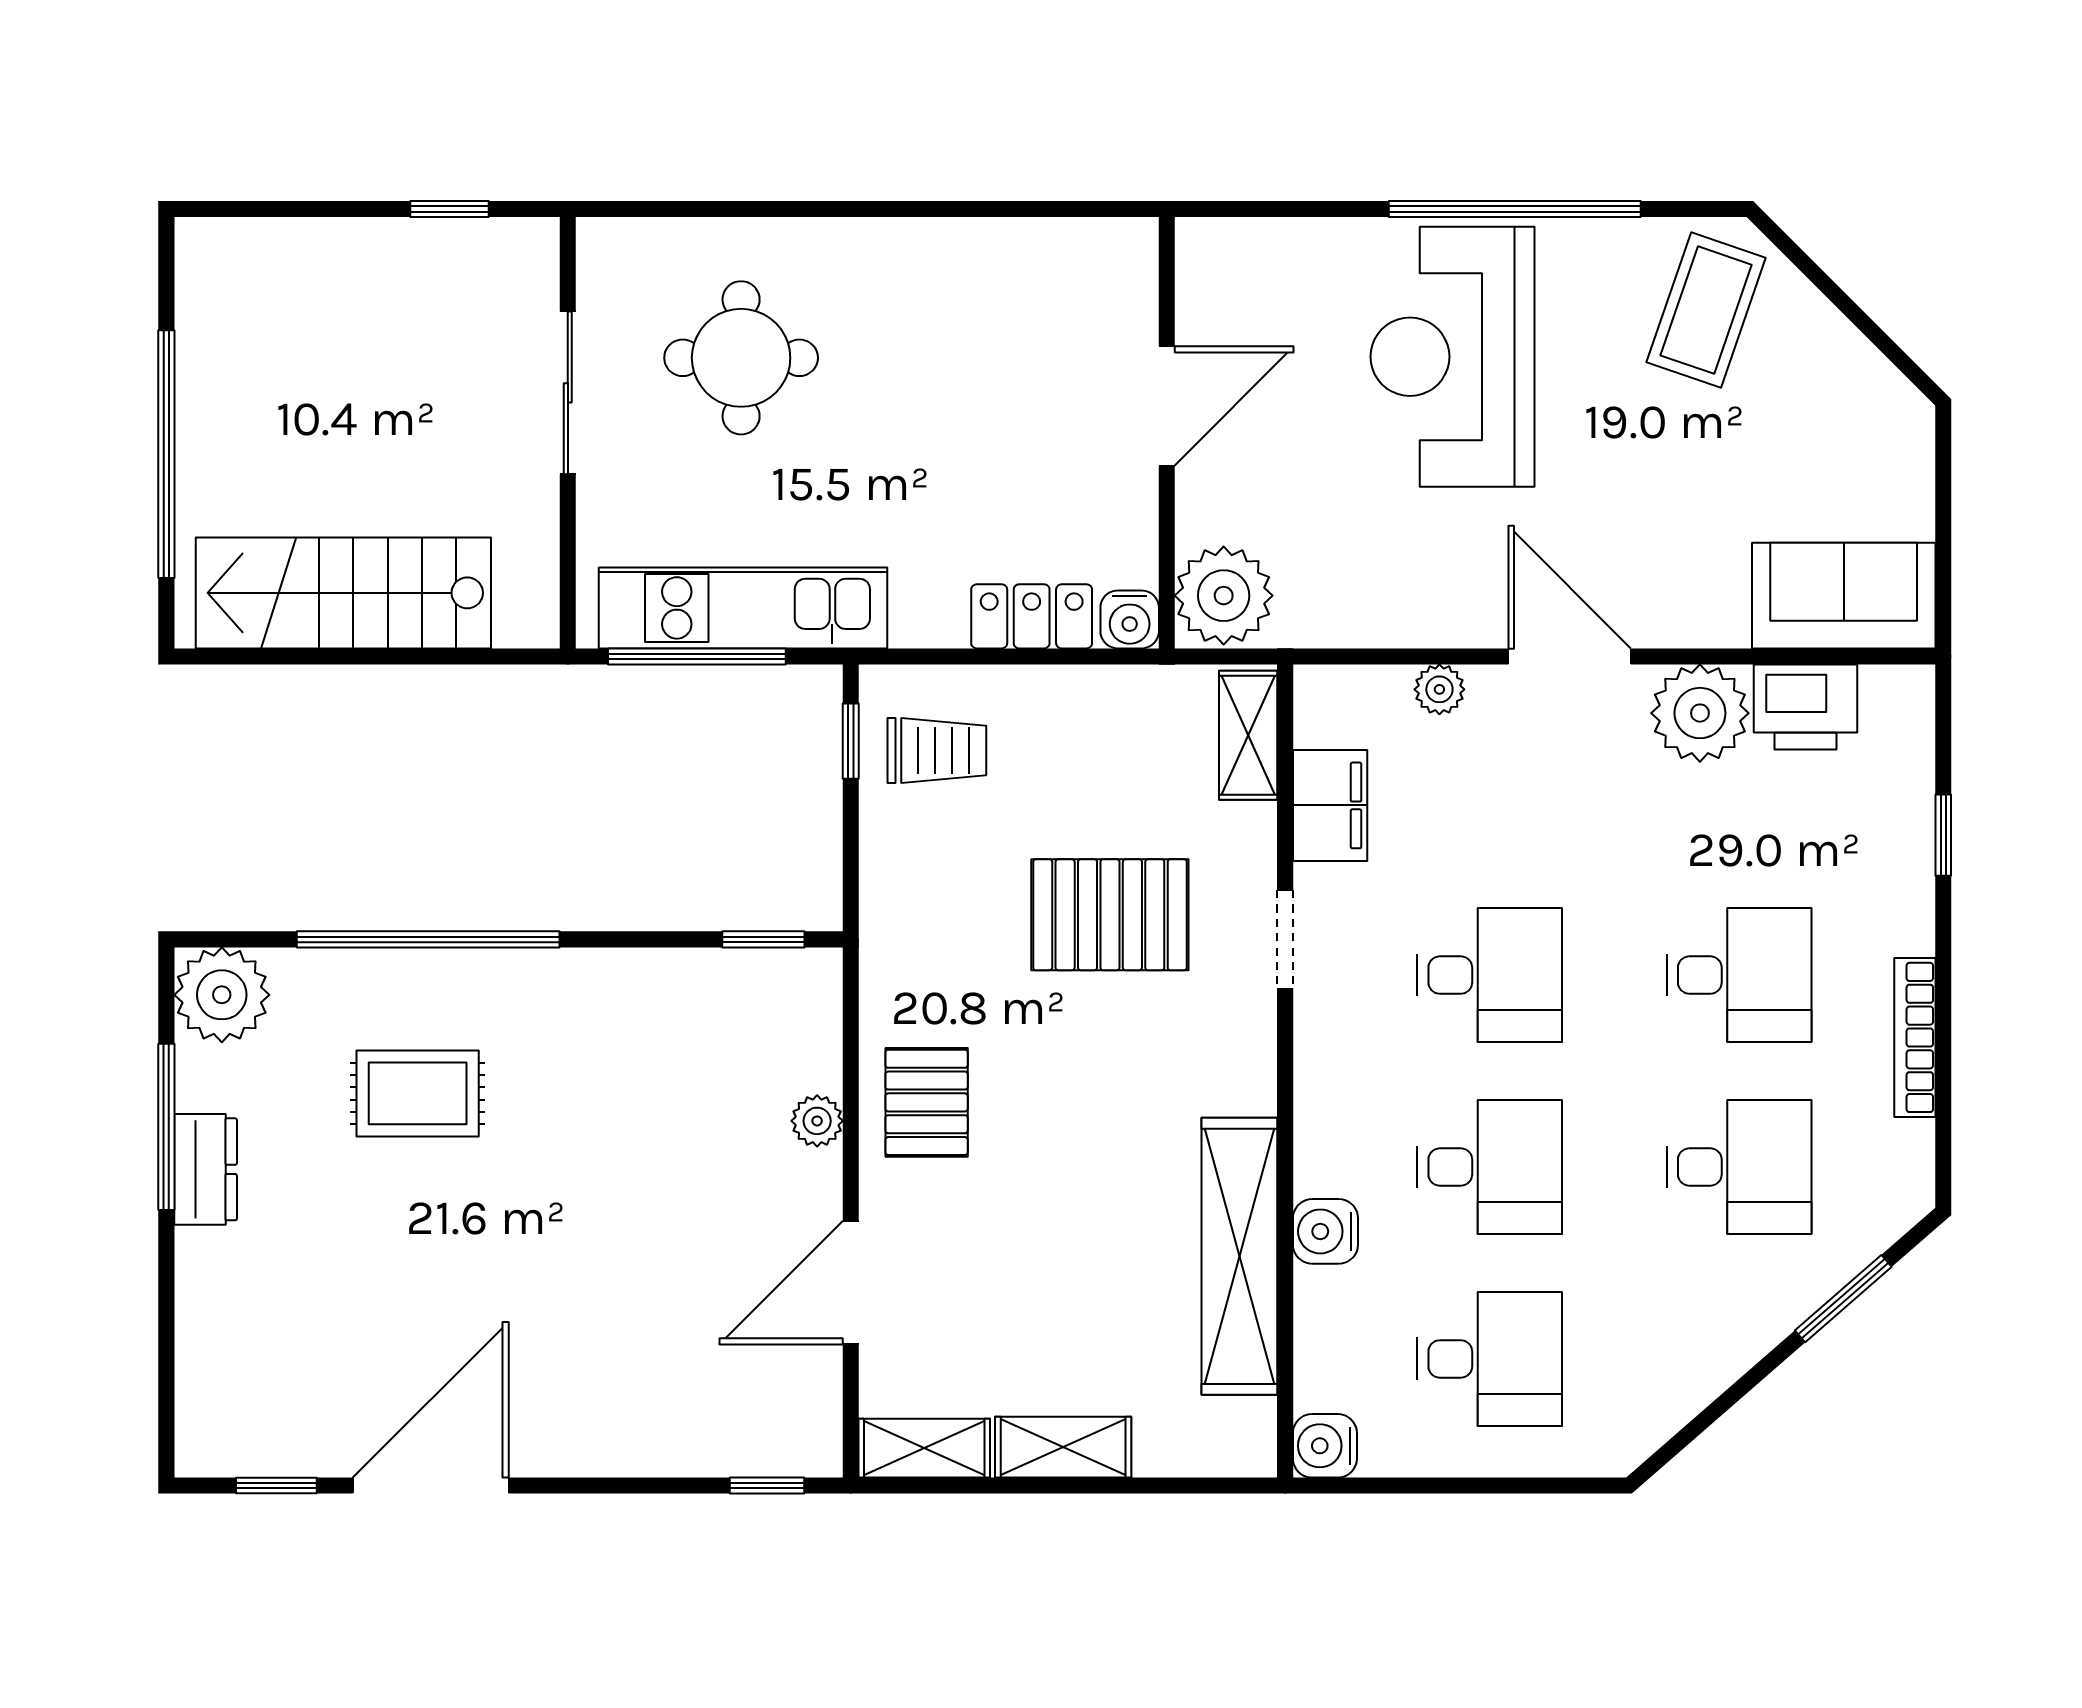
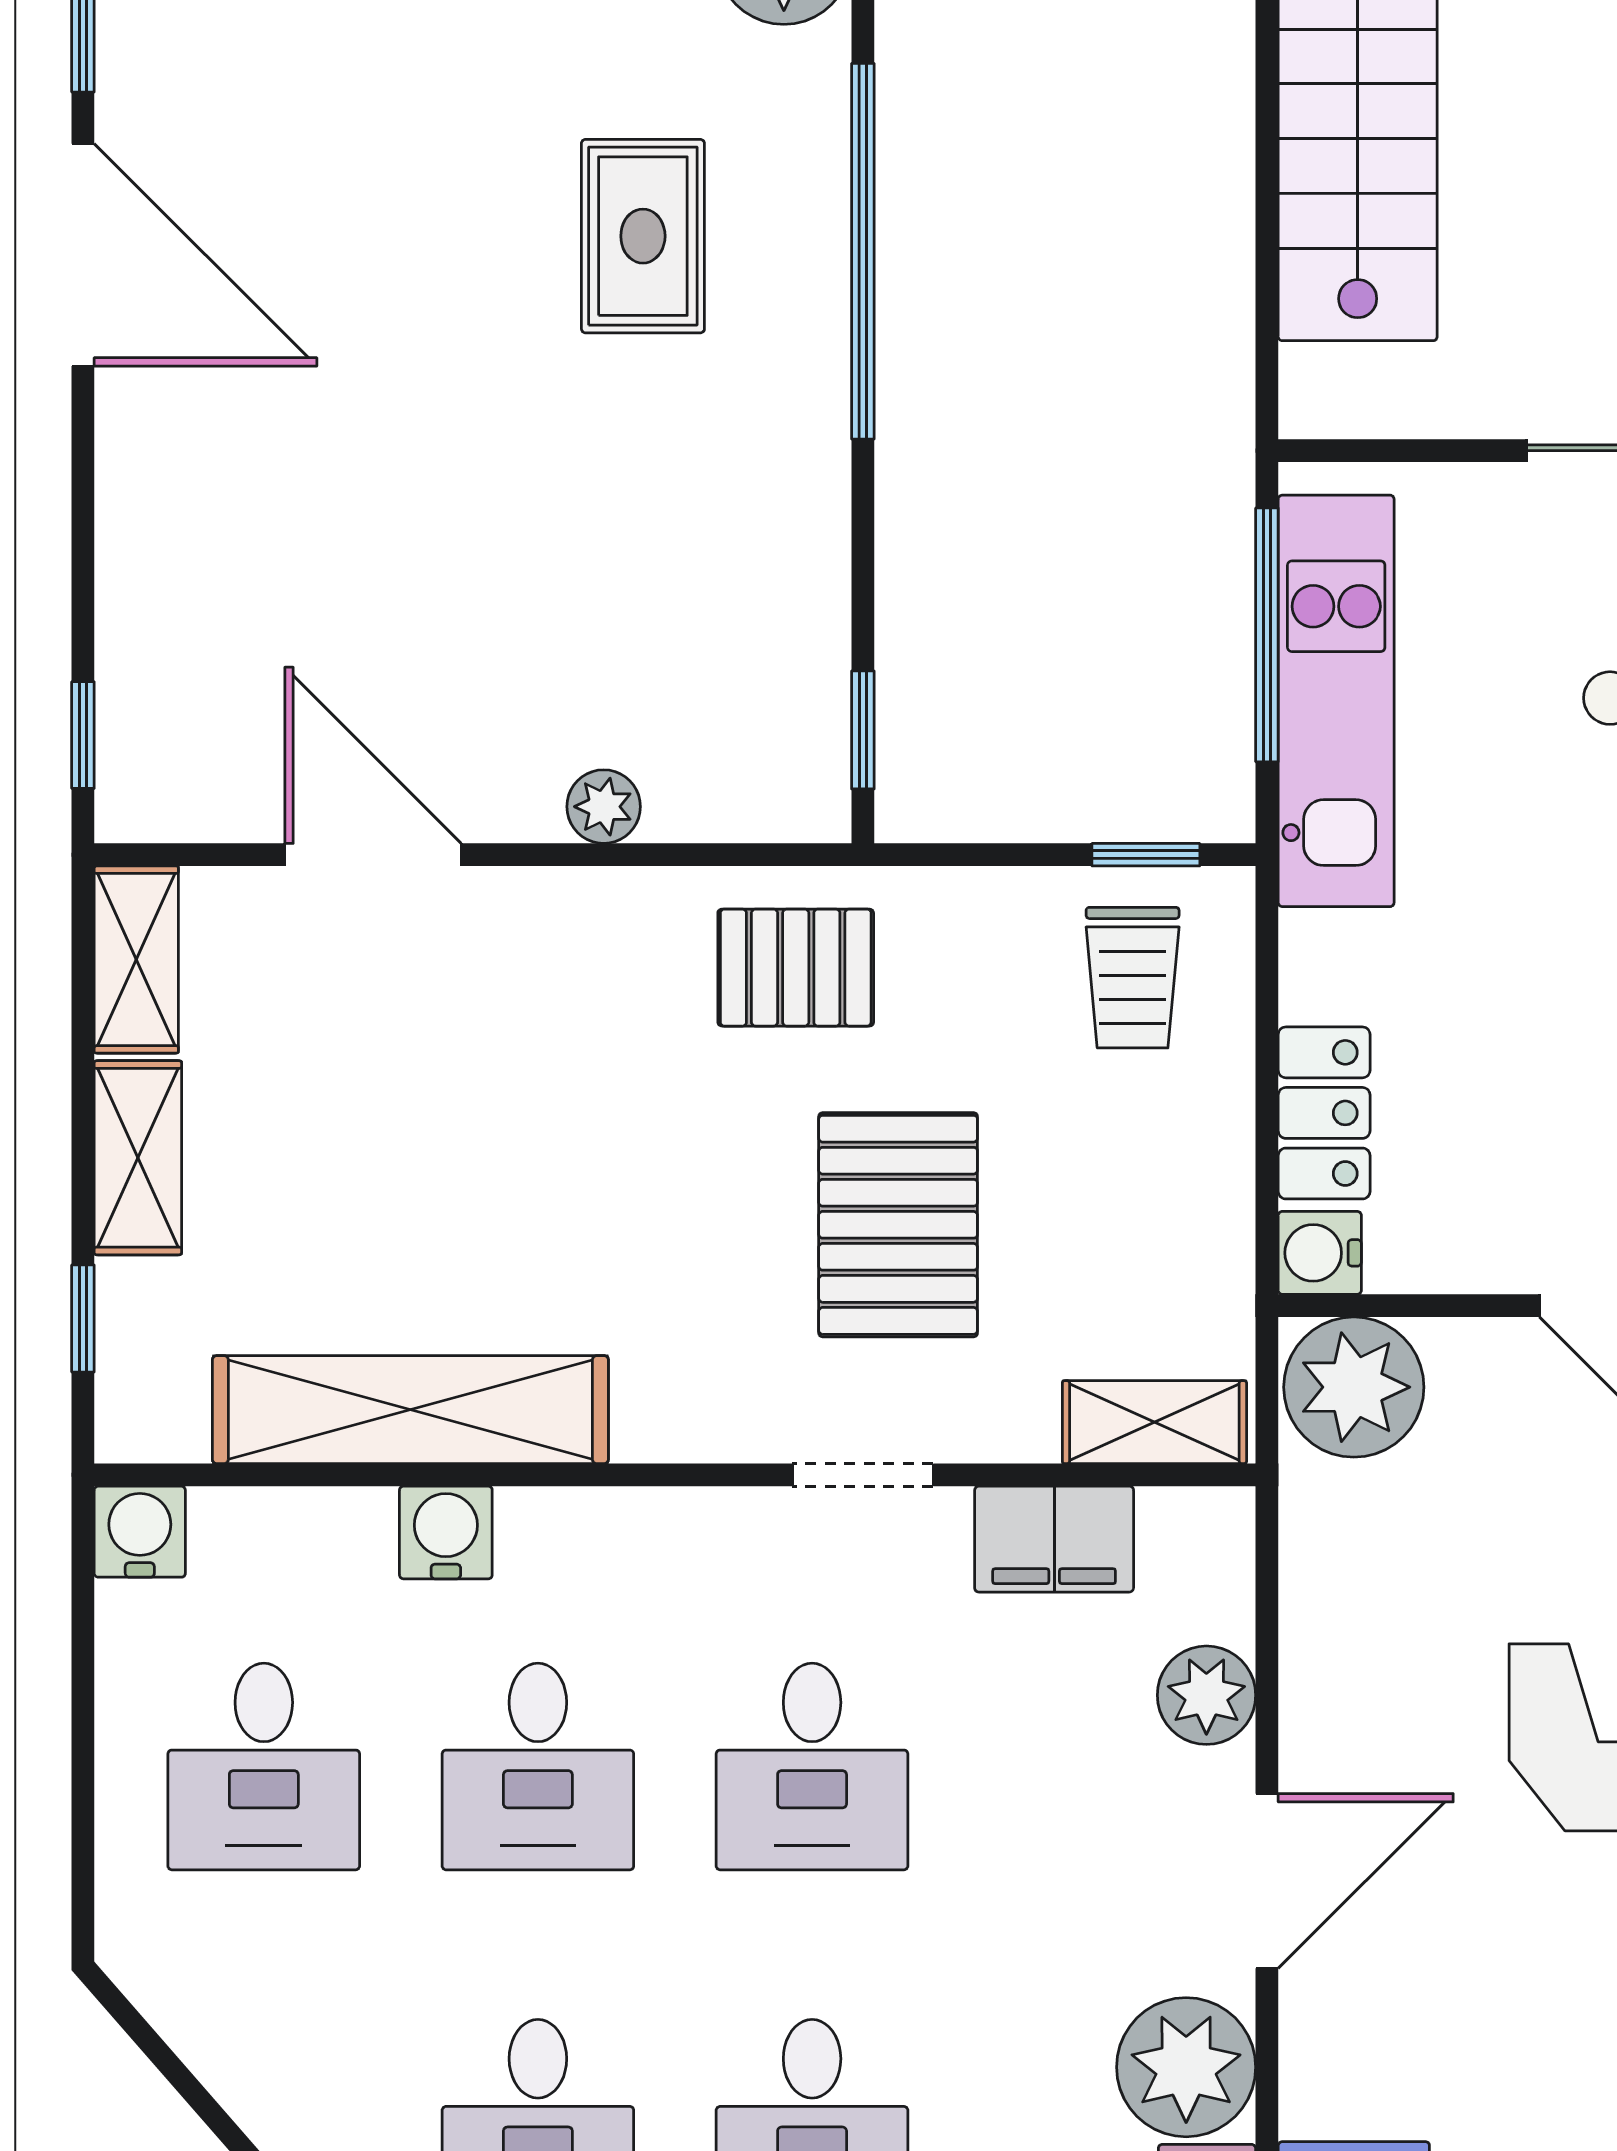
plant: (1439, 689) -> (1206, 1695), width x1.38, depth x1.38
pallet: (927, 1102) -> (796, 968), moved
window: (1176, 1486) -> (83, 1319), added

